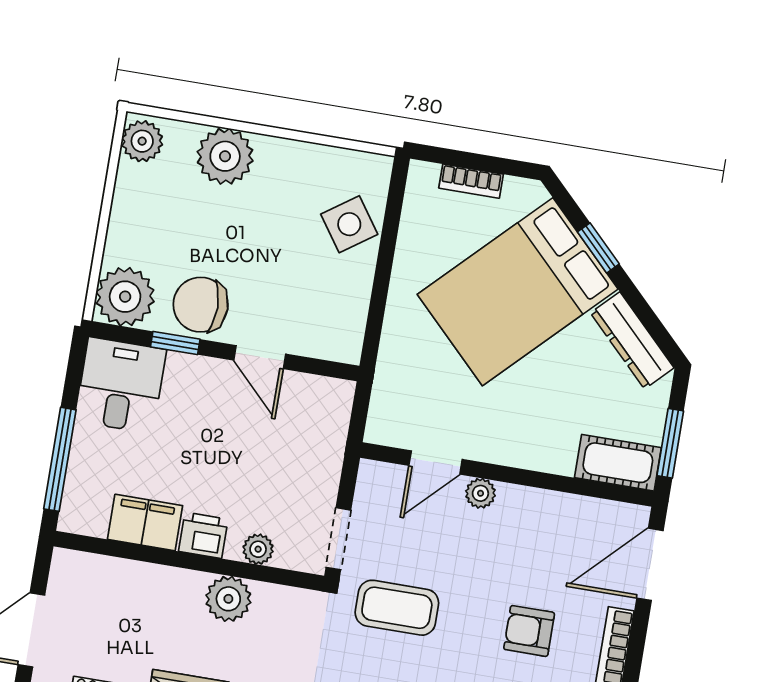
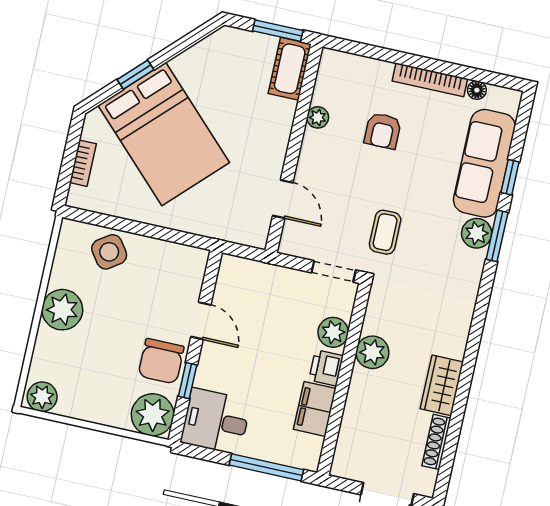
plant: (225, 156) -> (62, 310), moved
dresser: (632, 340) -> (203, 54), removed
door: (260, 357) -> (201, 321), hinge flipped
plant: (480, 493) -> (318, 117), moved
plant: (258, 549) -> (333, 332), width x1.38, depth x1.38
door: (650, 564) -> (364, 50), removed
coffee table: (397, 608) -> (385, 232), width x0.73, depth x0.77
armchair: (529, 631) -> (383, 131), moved

